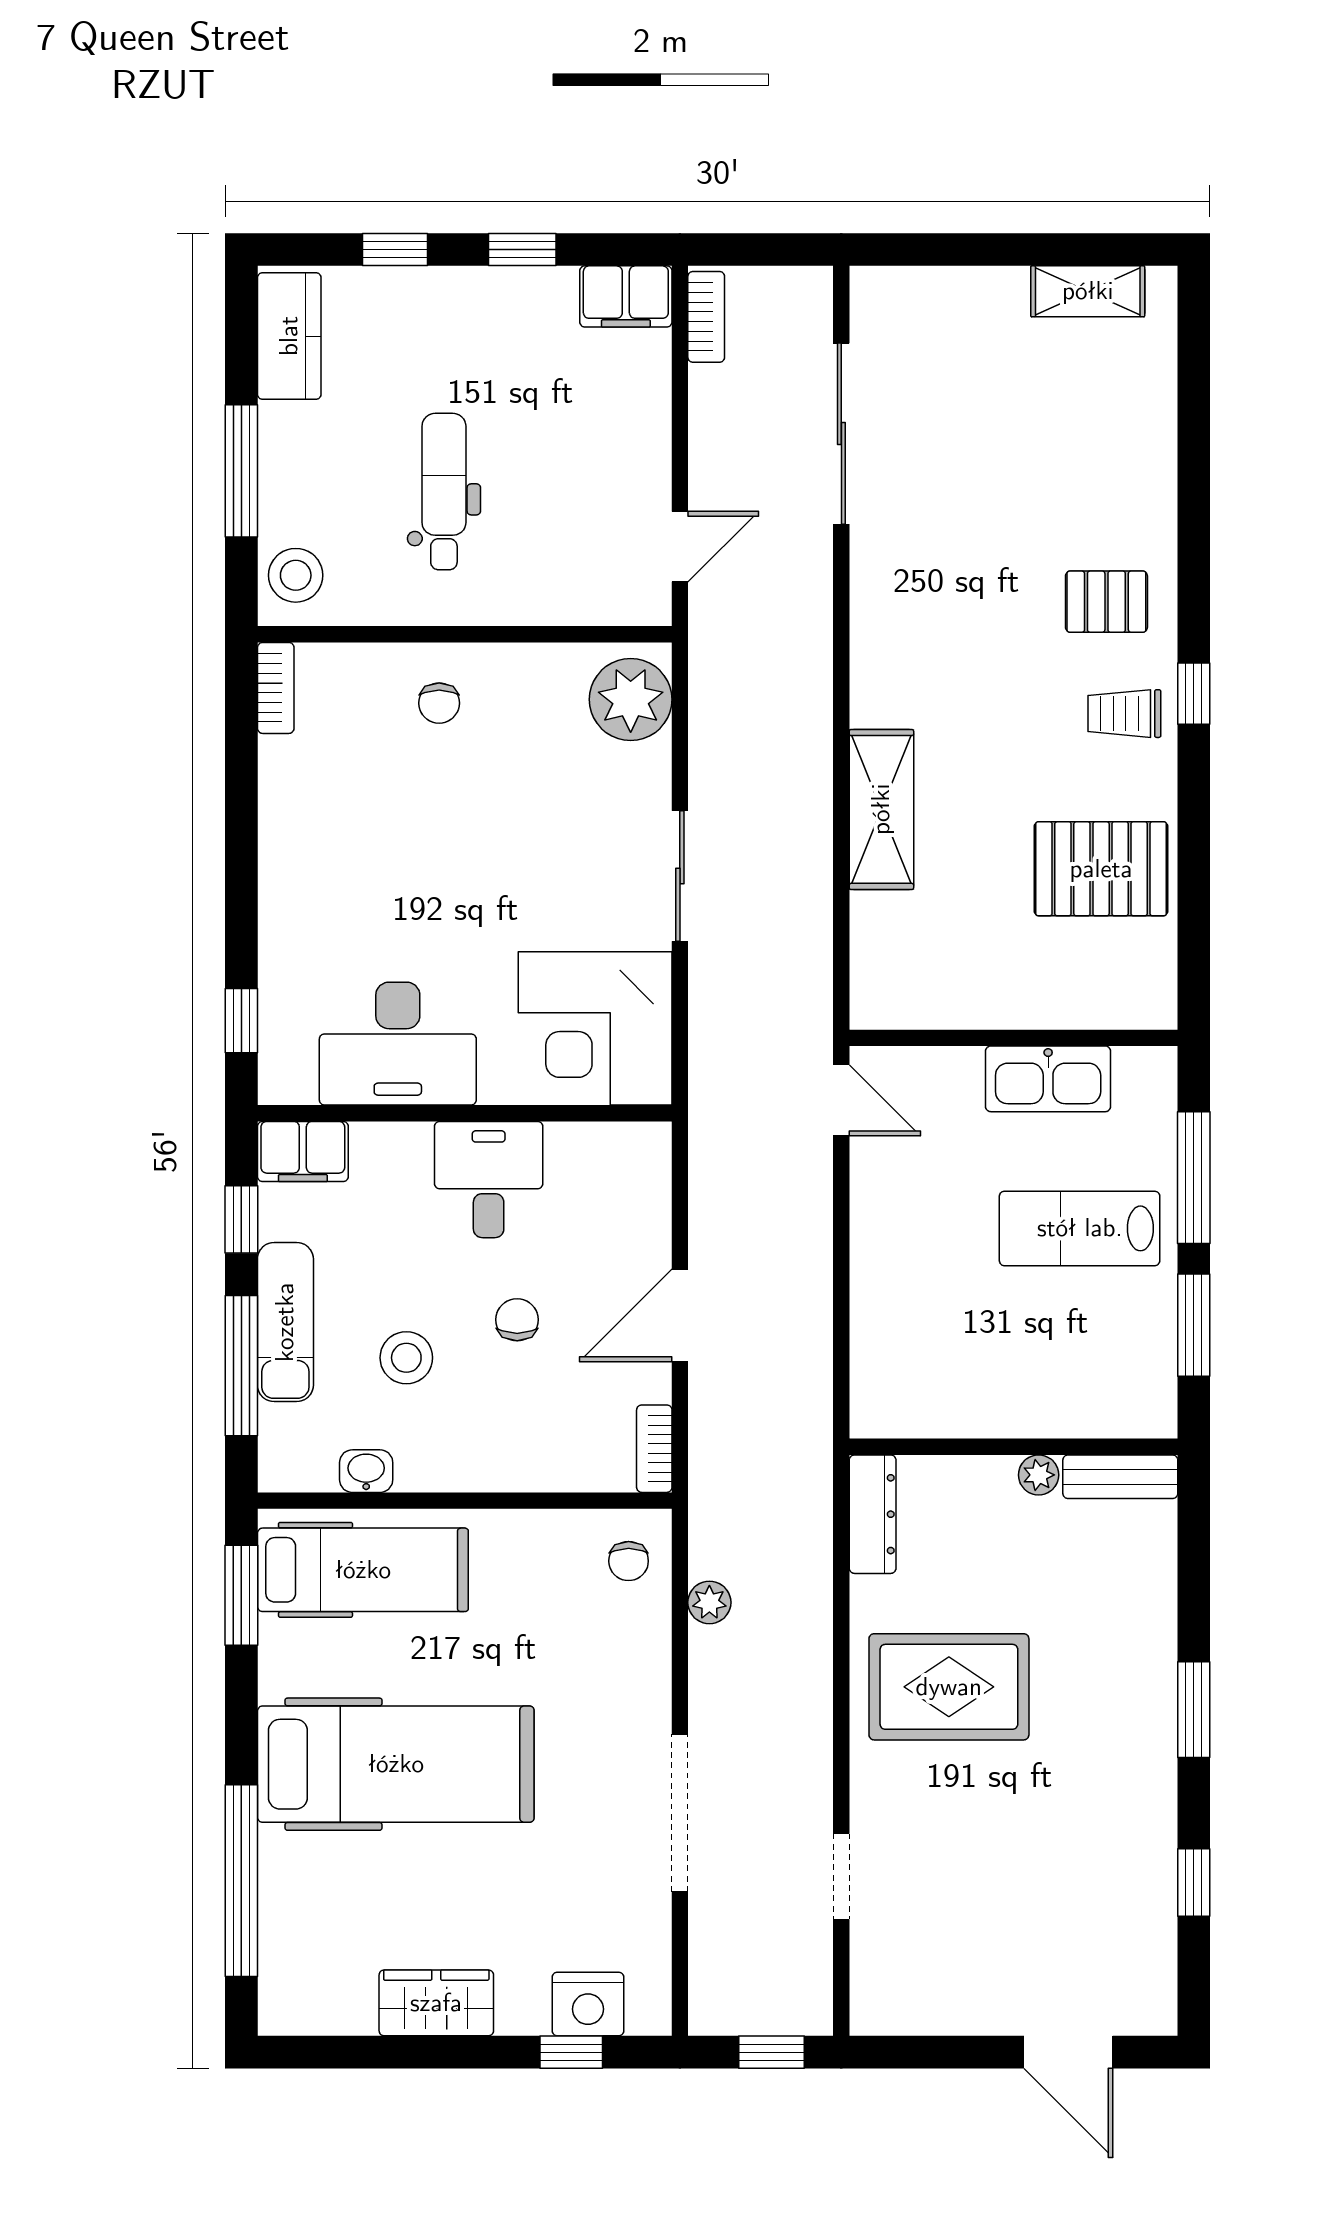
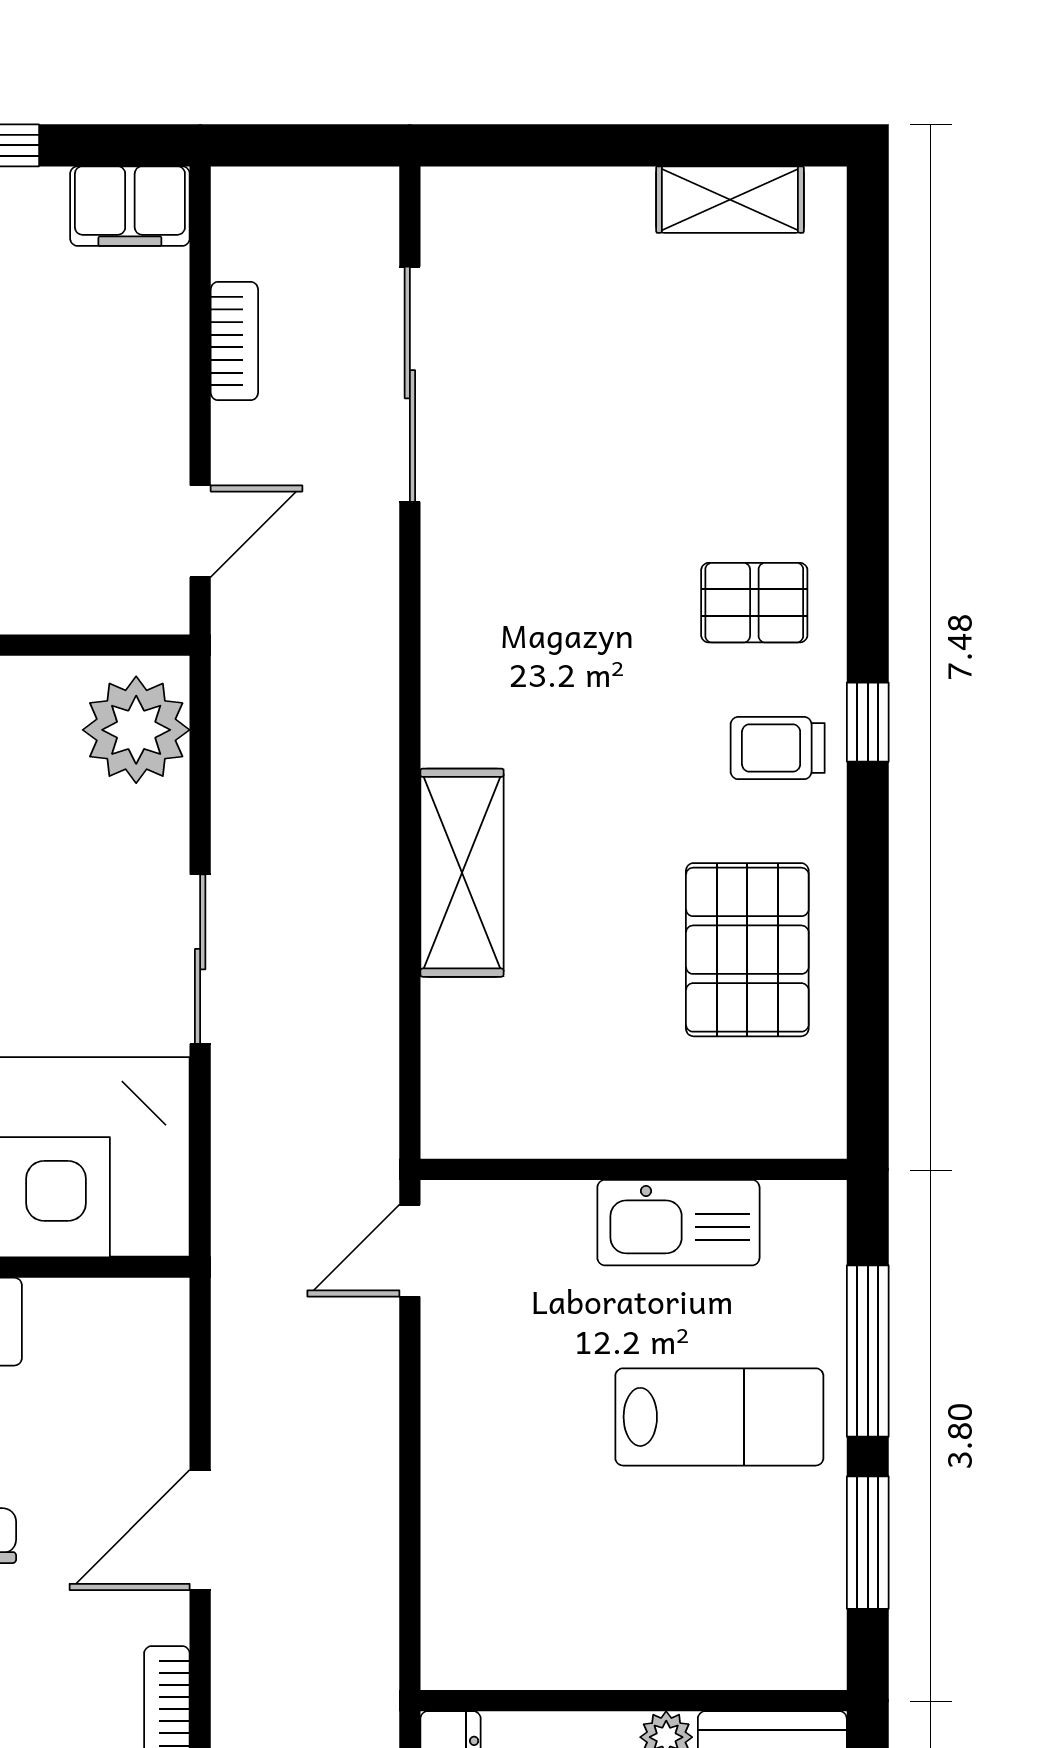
bookcase: (706, 317) -> (234, 341), moved
pallet: (1101, 869) -> (747, 950), turned 90
door: (841, 1100) -> (410, 1251), swing flipped
lab bench: (1080, 1228) -> (719, 1417), turned 180

